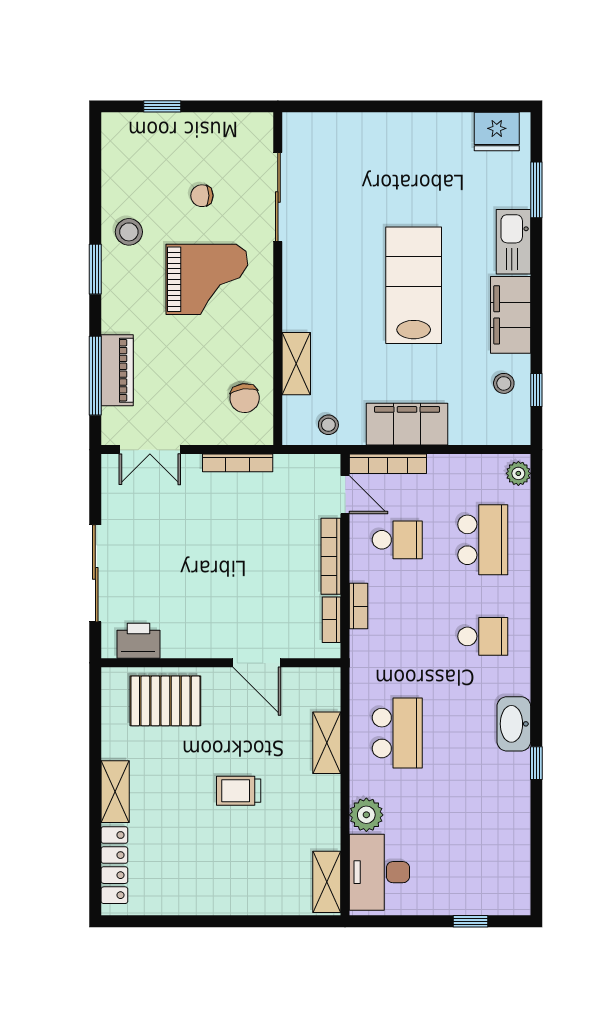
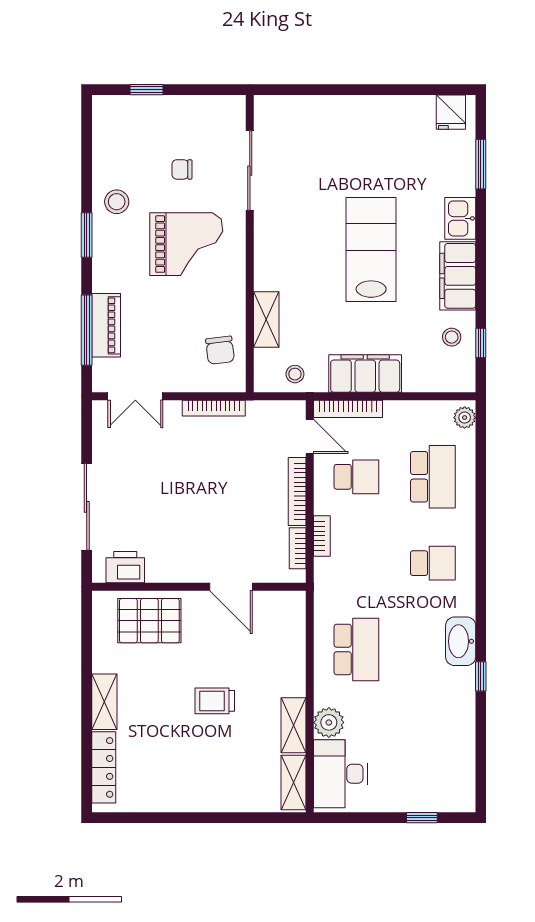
fridge: (497, 132) -> (451, 112), width x0.72
kitchen sink: (513, 242) -> (460, 218), width x0.73
shelving: (327, 743) -> (293, 725), moved

